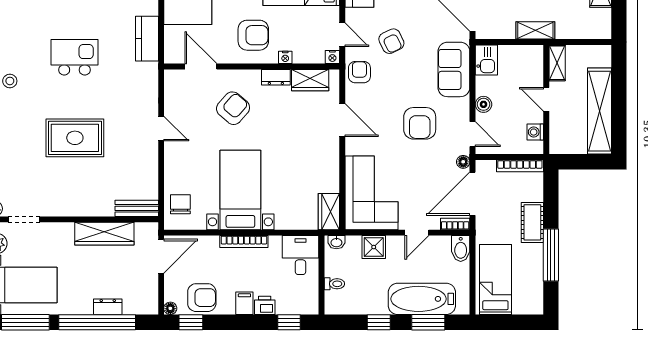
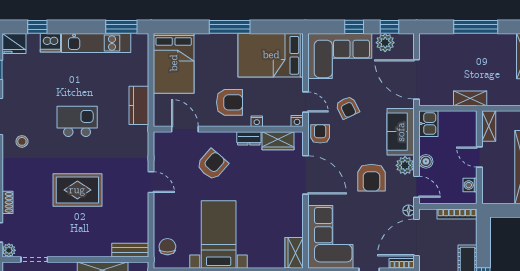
plant: (459, 109) -> (405, 165), added
door: (342, 120) -> (305, 175), width x1.36

